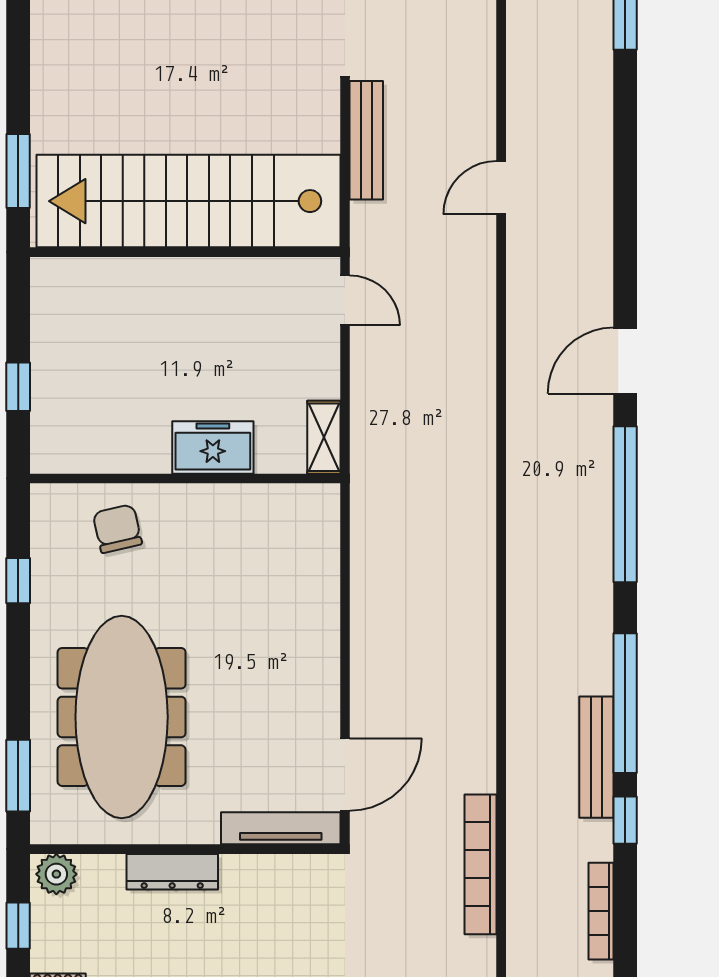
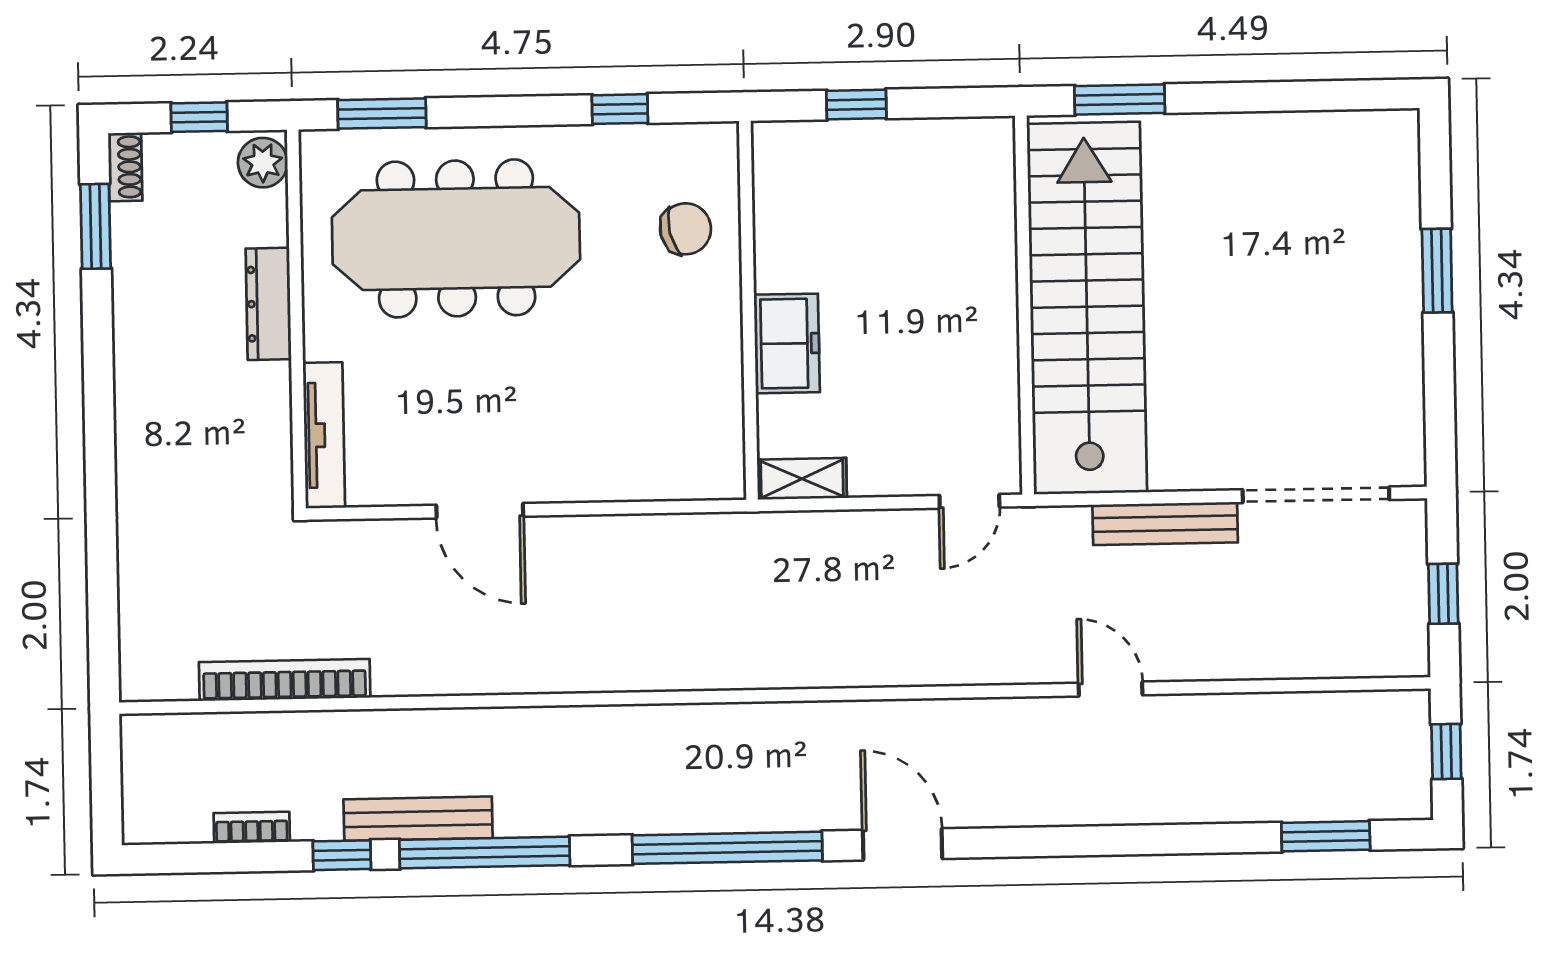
door: (345, 774) -> (480, 511), moved
bookcase: (601, 911) -> (252, 828), width x0.64

